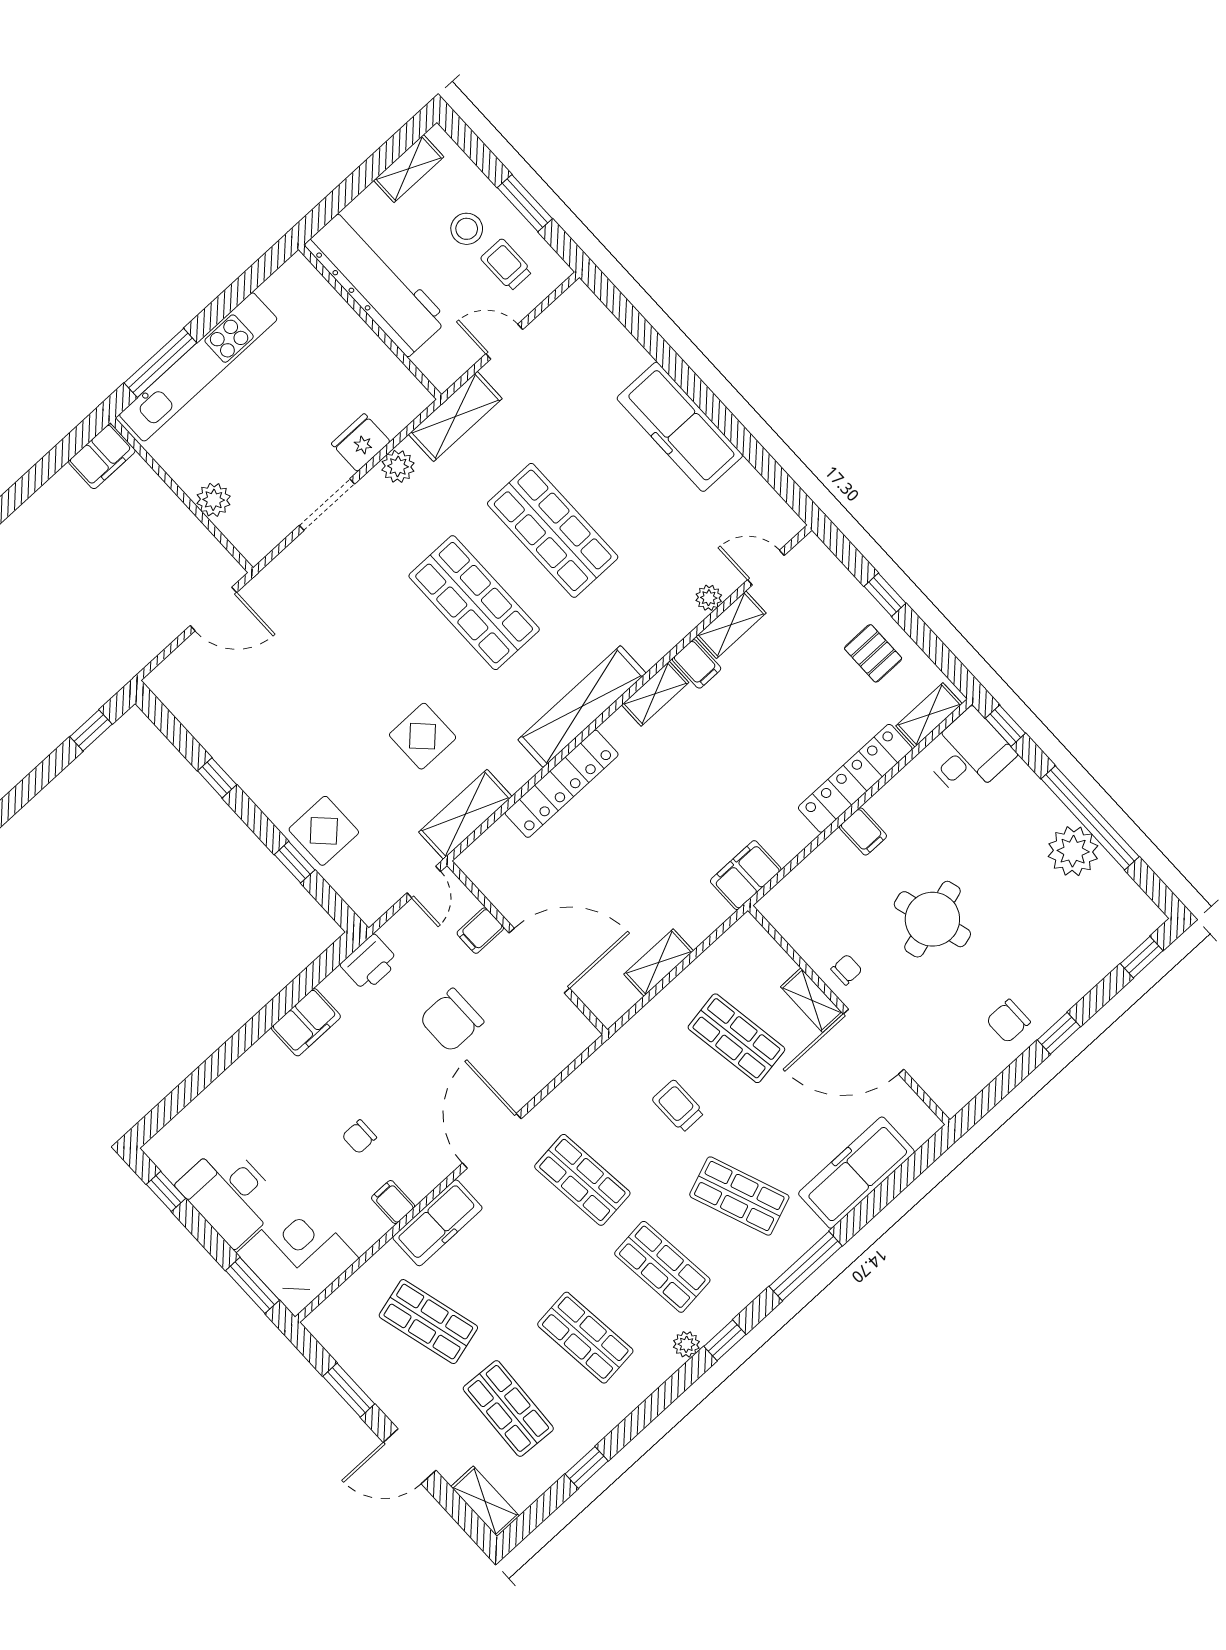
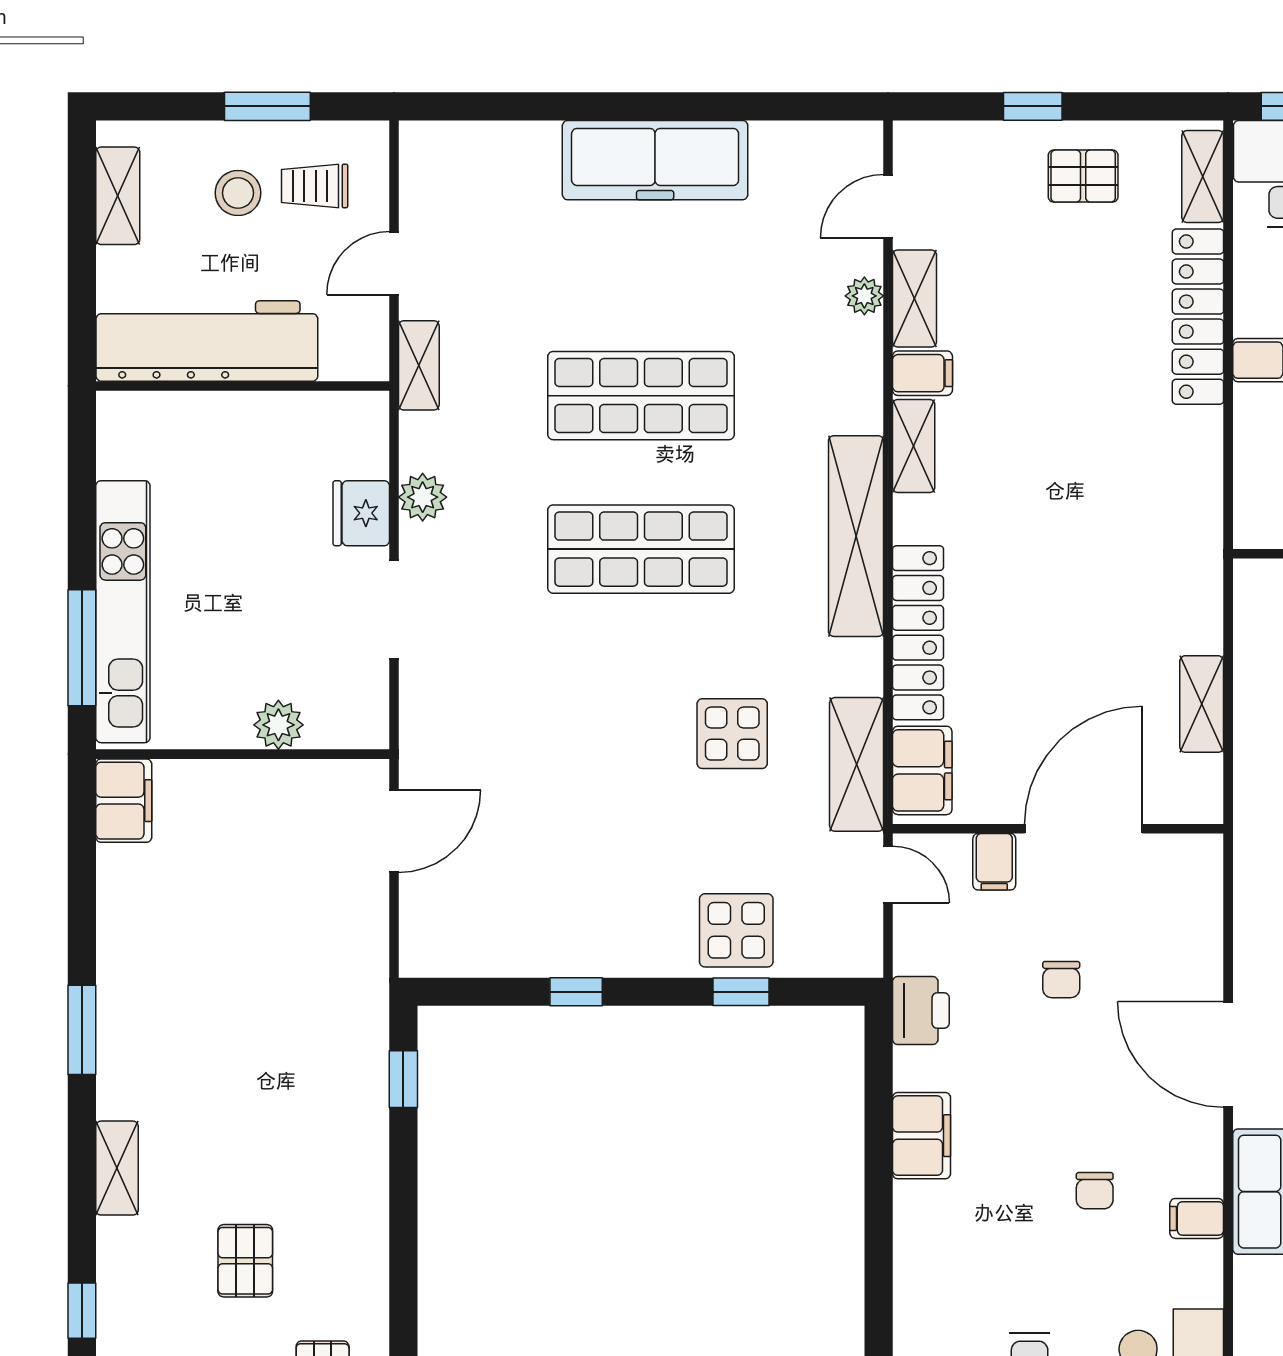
shelving: (455, 416) -> (419, 365), width x0.67, depth x0.75
filing cabinet: (746, 875) -> (922, 770), moved, turned 180
chair: (452, 1020) -> (1061, 980), width x0.54, depth x0.54

